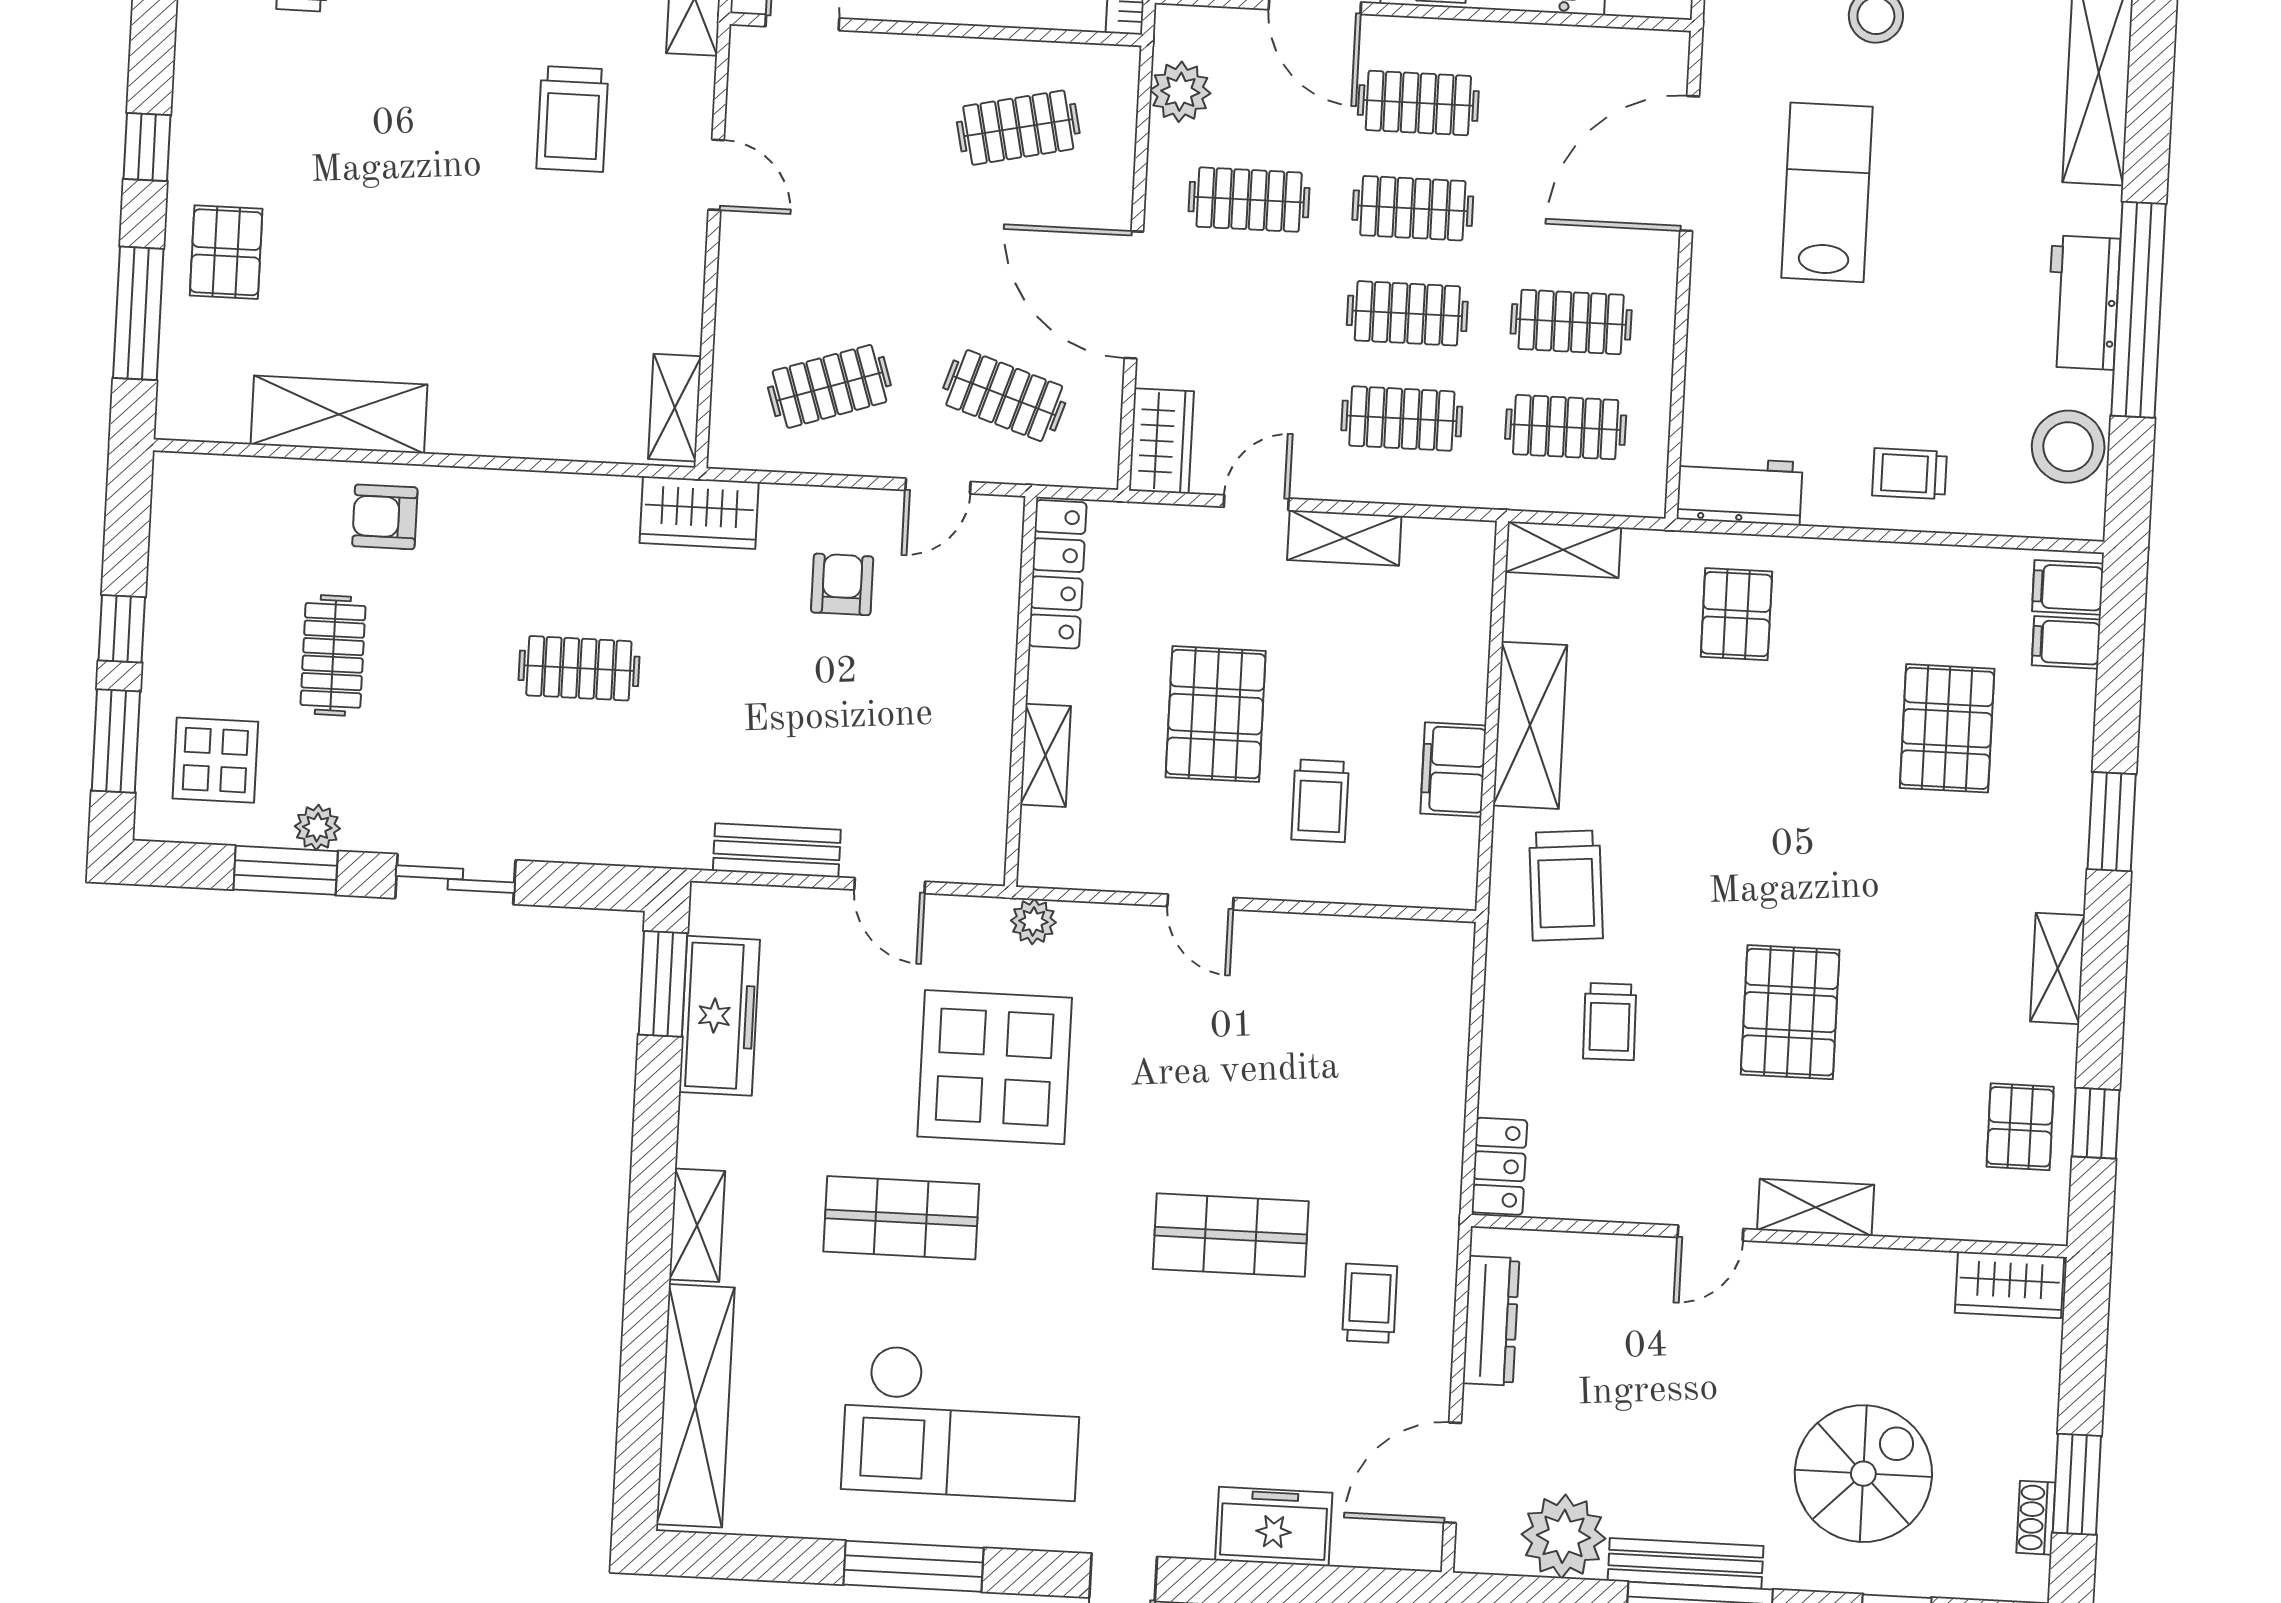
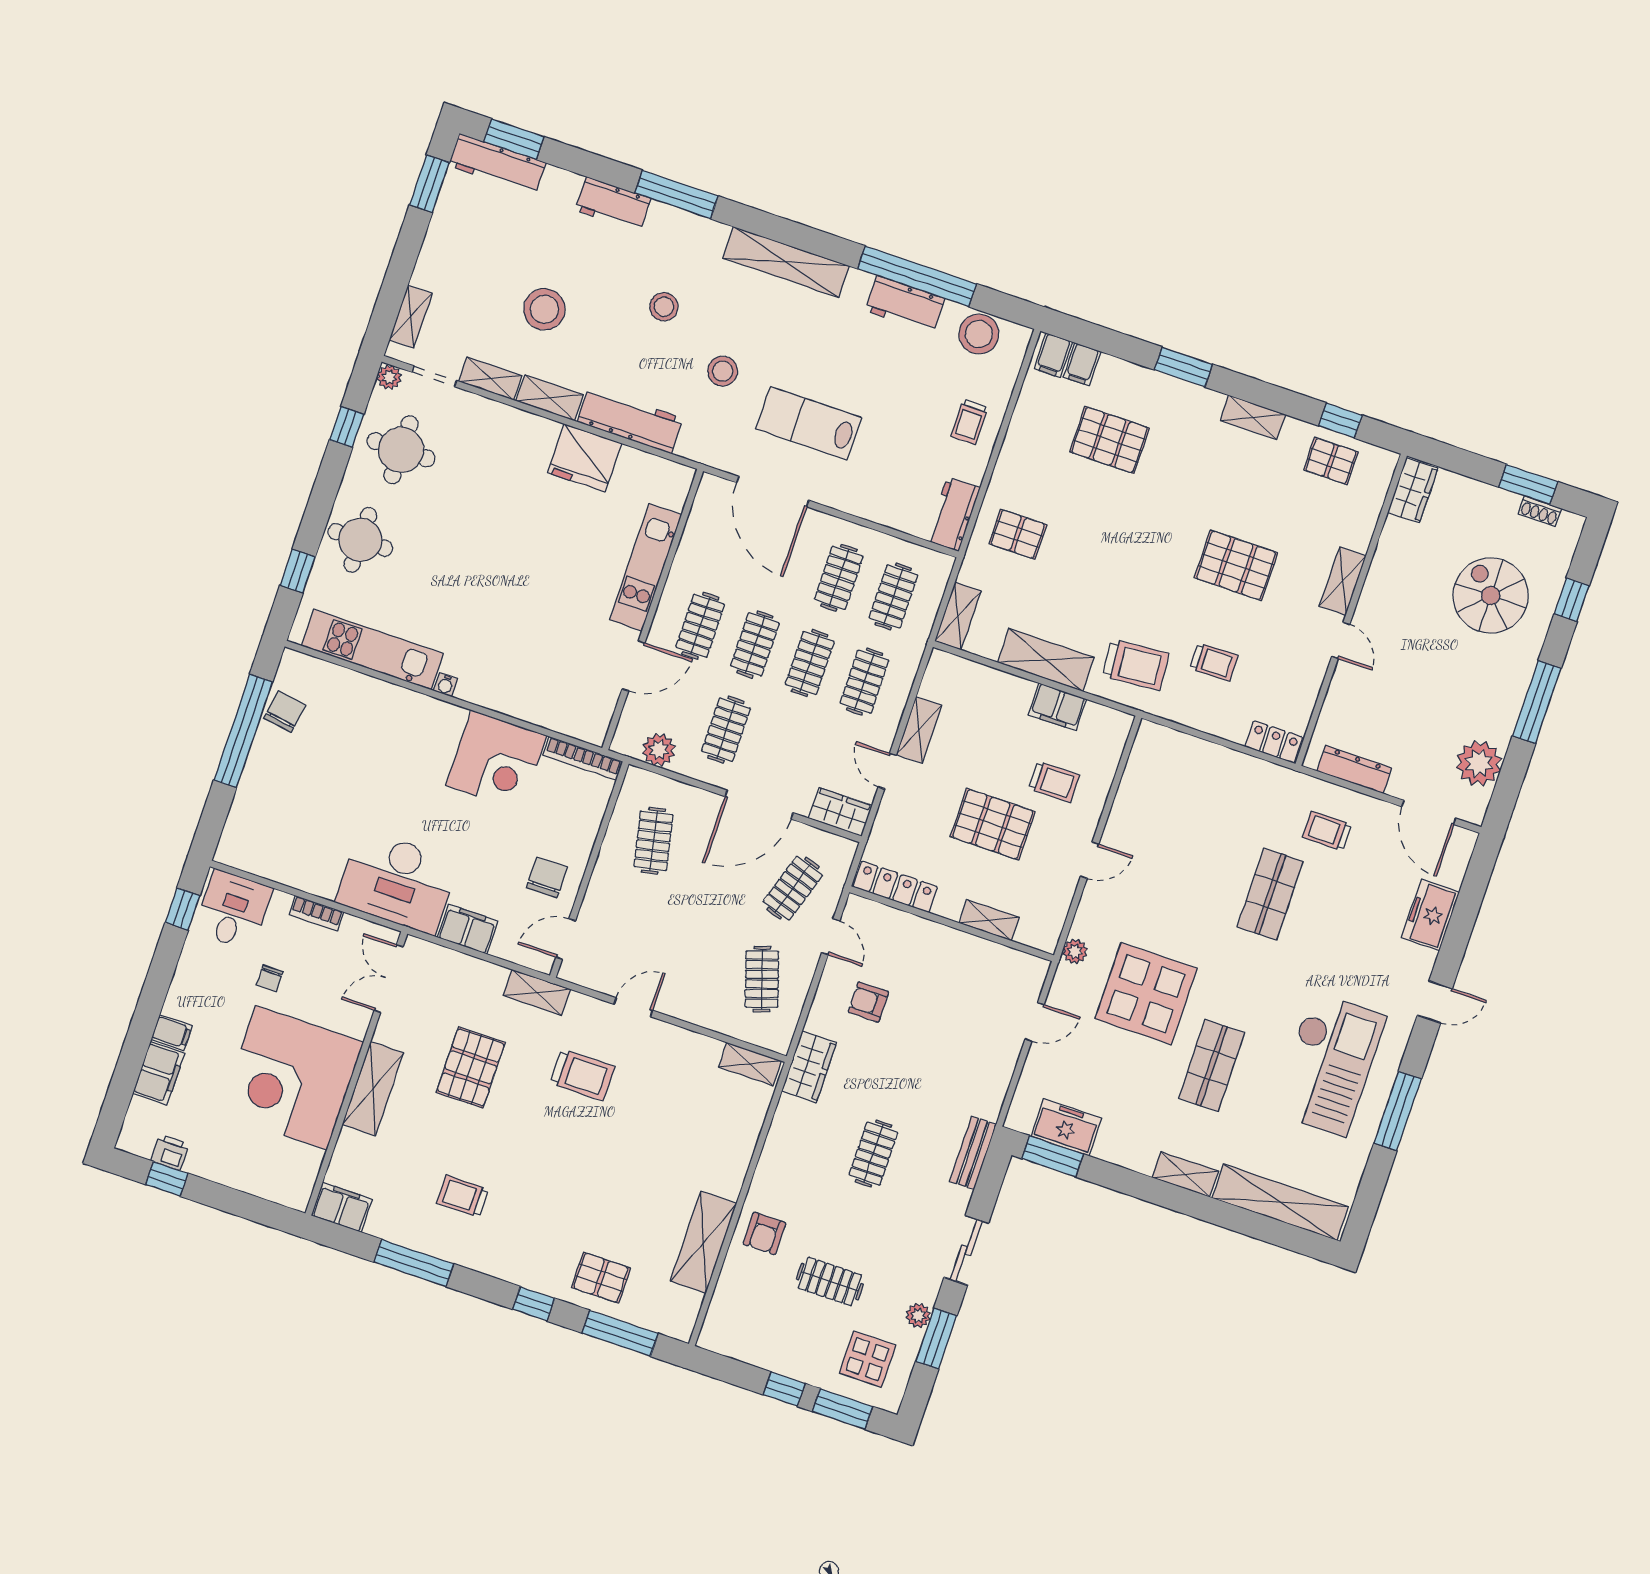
bench: (777, 850) -> (973, 1153), moved
freezer: (719, 1016) -> (1066, 1127), width x0.71
bench: (1686, 1563) -> (1511, 703), removed

